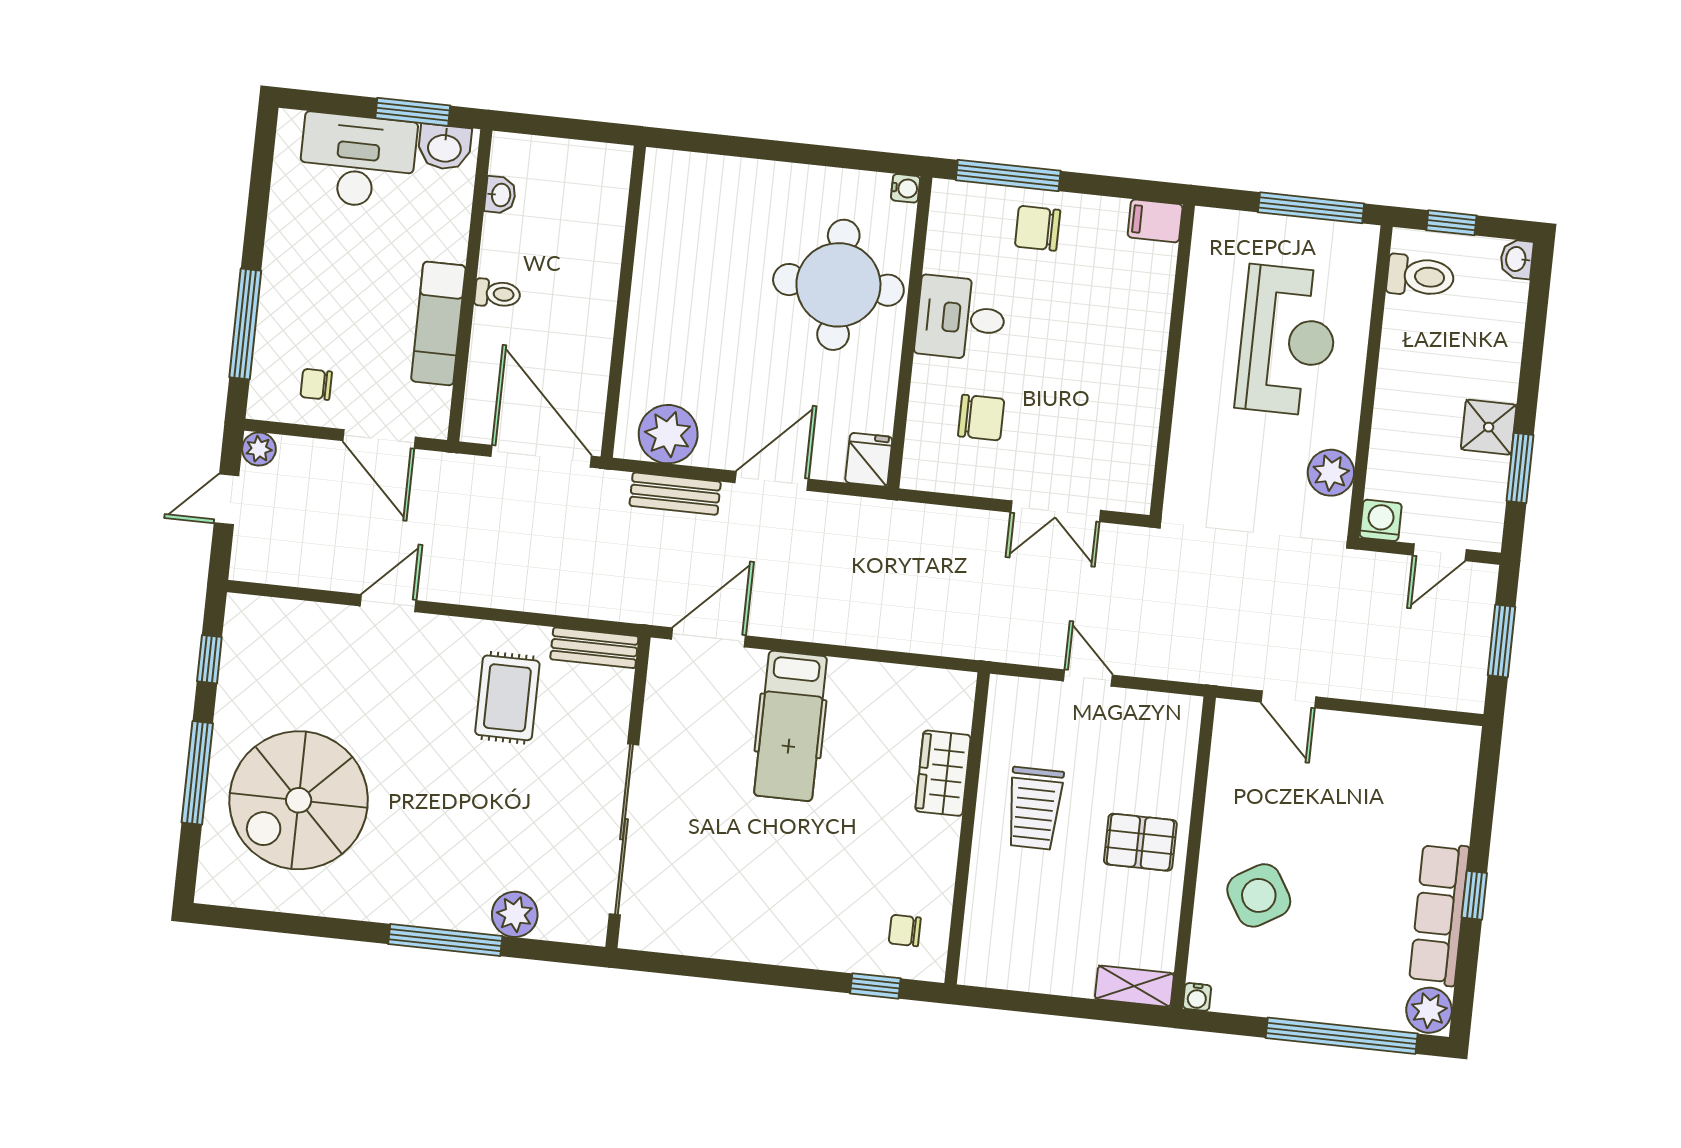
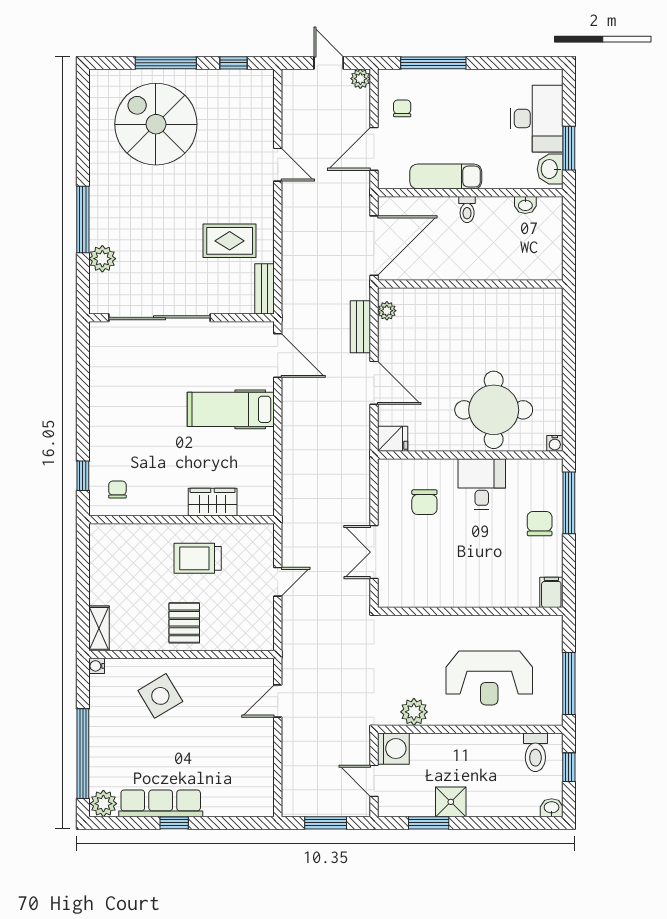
plant: (668, 434) -> (387, 311), width x0.53, depth x0.53
washing machine: (1381, 520) -> (393, 749), width x1.38, depth x1.38

